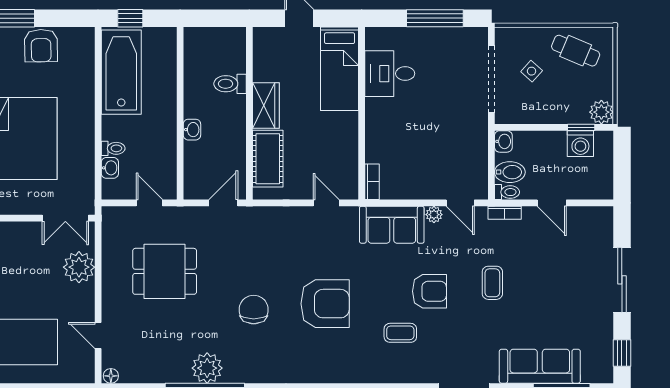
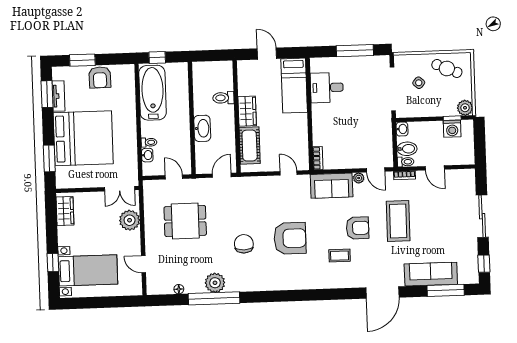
washbasin: (192, 130) -> (202, 128), width x1.91, depth x1.45
coffee table: (492, 283) -> (398, 221), width x1.86, depth x1.72
floor lamp: (111, 376) -> (179, 289), moved

